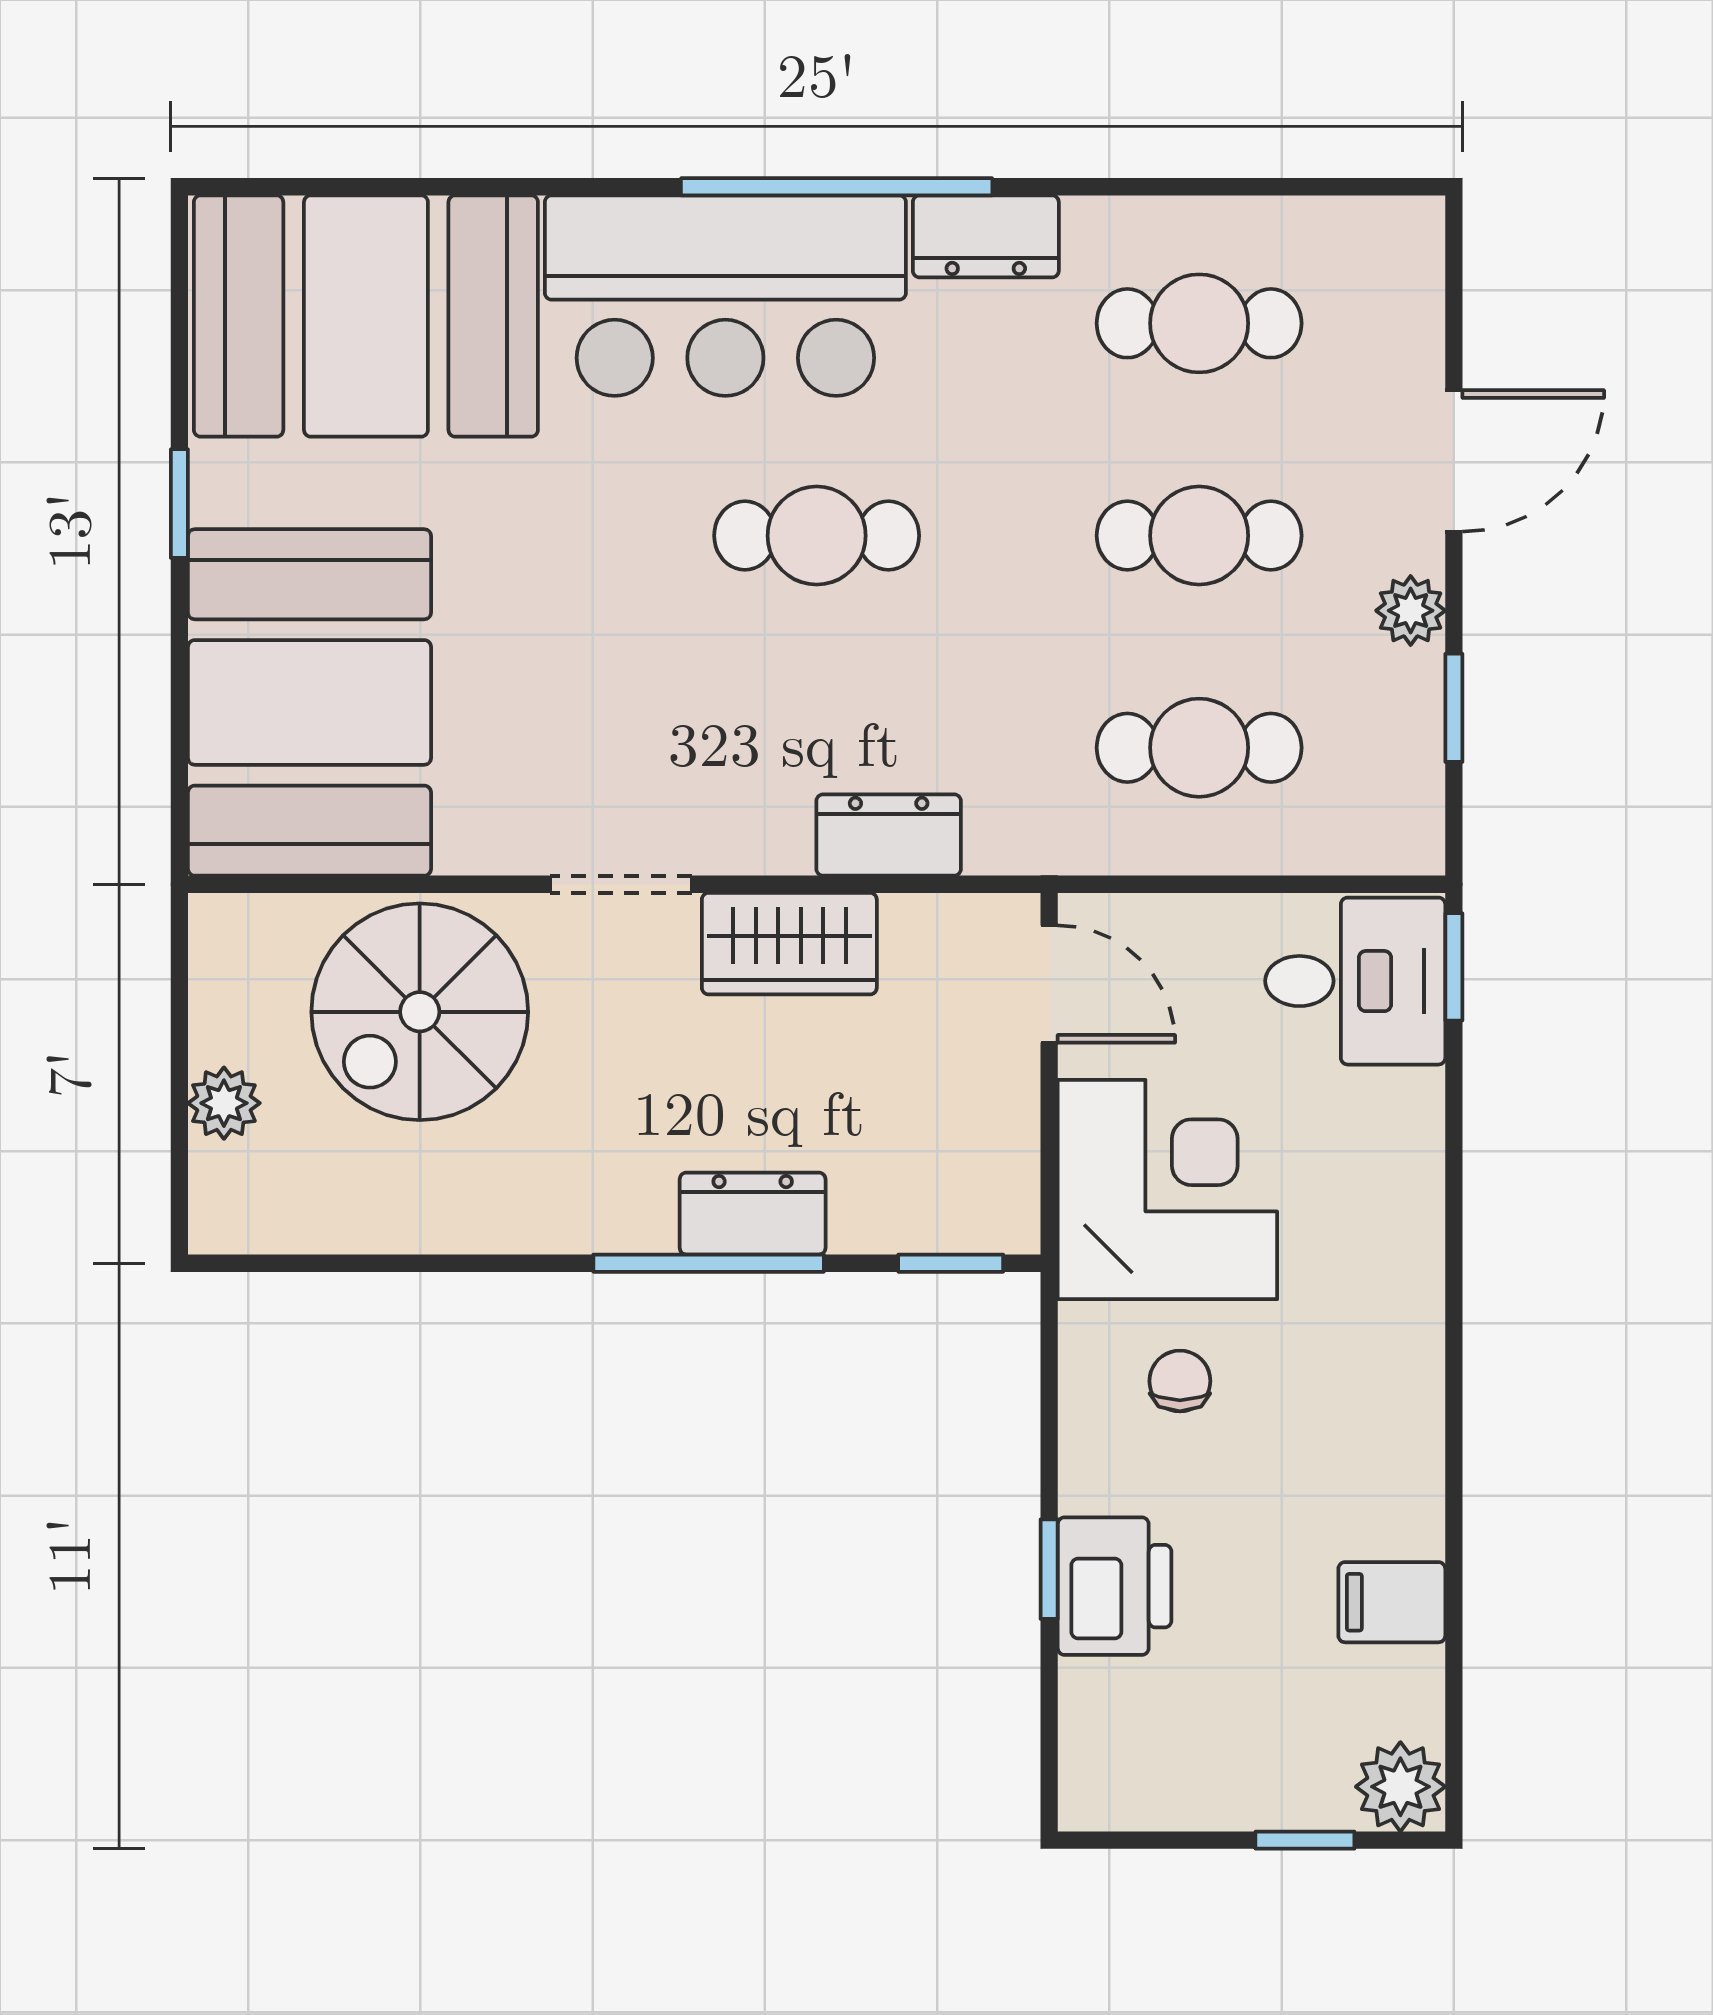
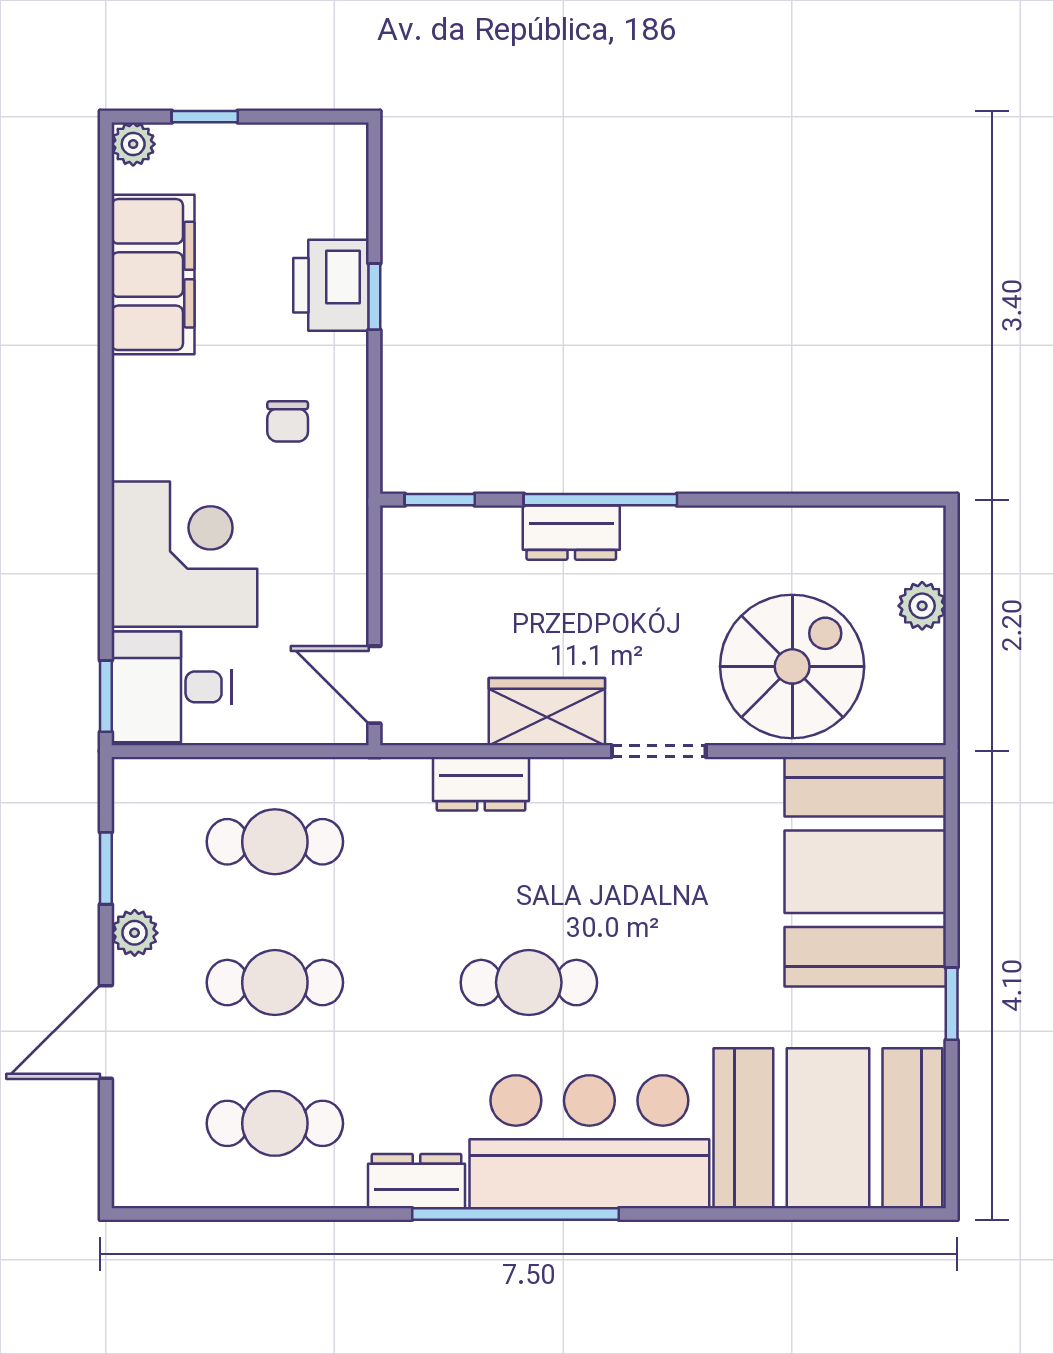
corner desk: (1167, 1189) -> (184, 554), moved, turned 180
filing cabinet: (1392, 1602) -> (153, 275), width x3.00, depth x1.17
plant: (1400, 1787) -> (133, 144), width x0.73, depth x0.73

